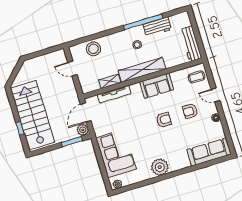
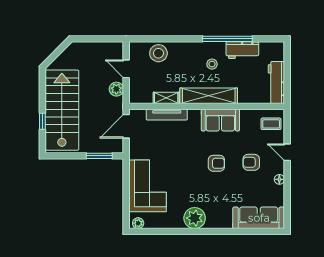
plant: (83, 130) -> (116, 89), moved

